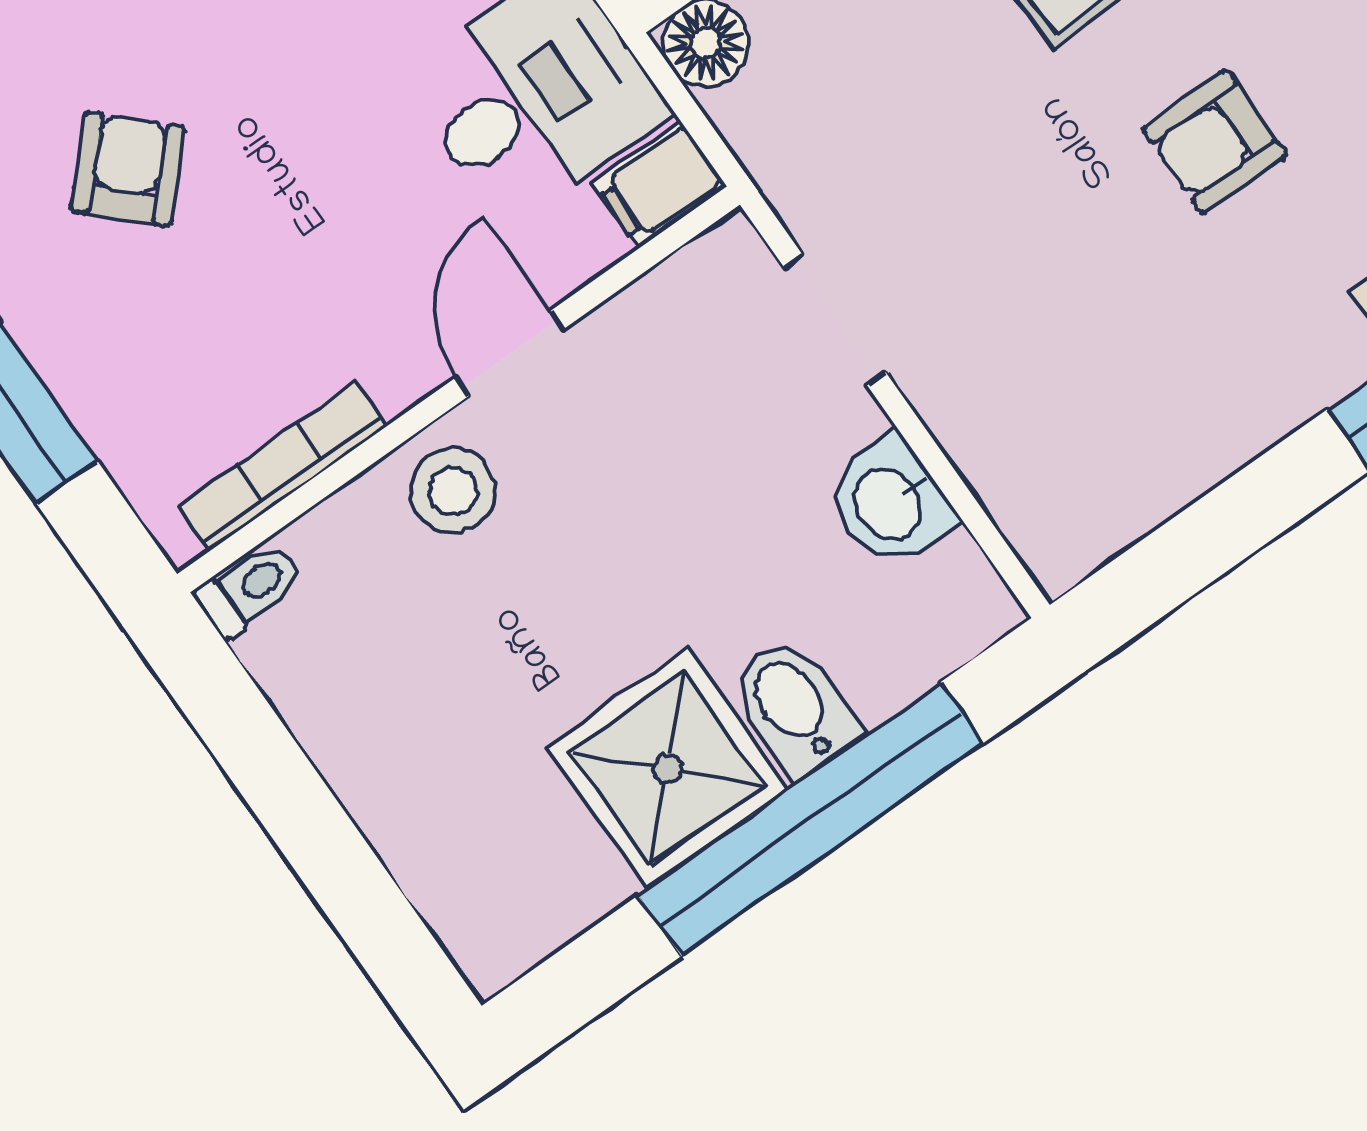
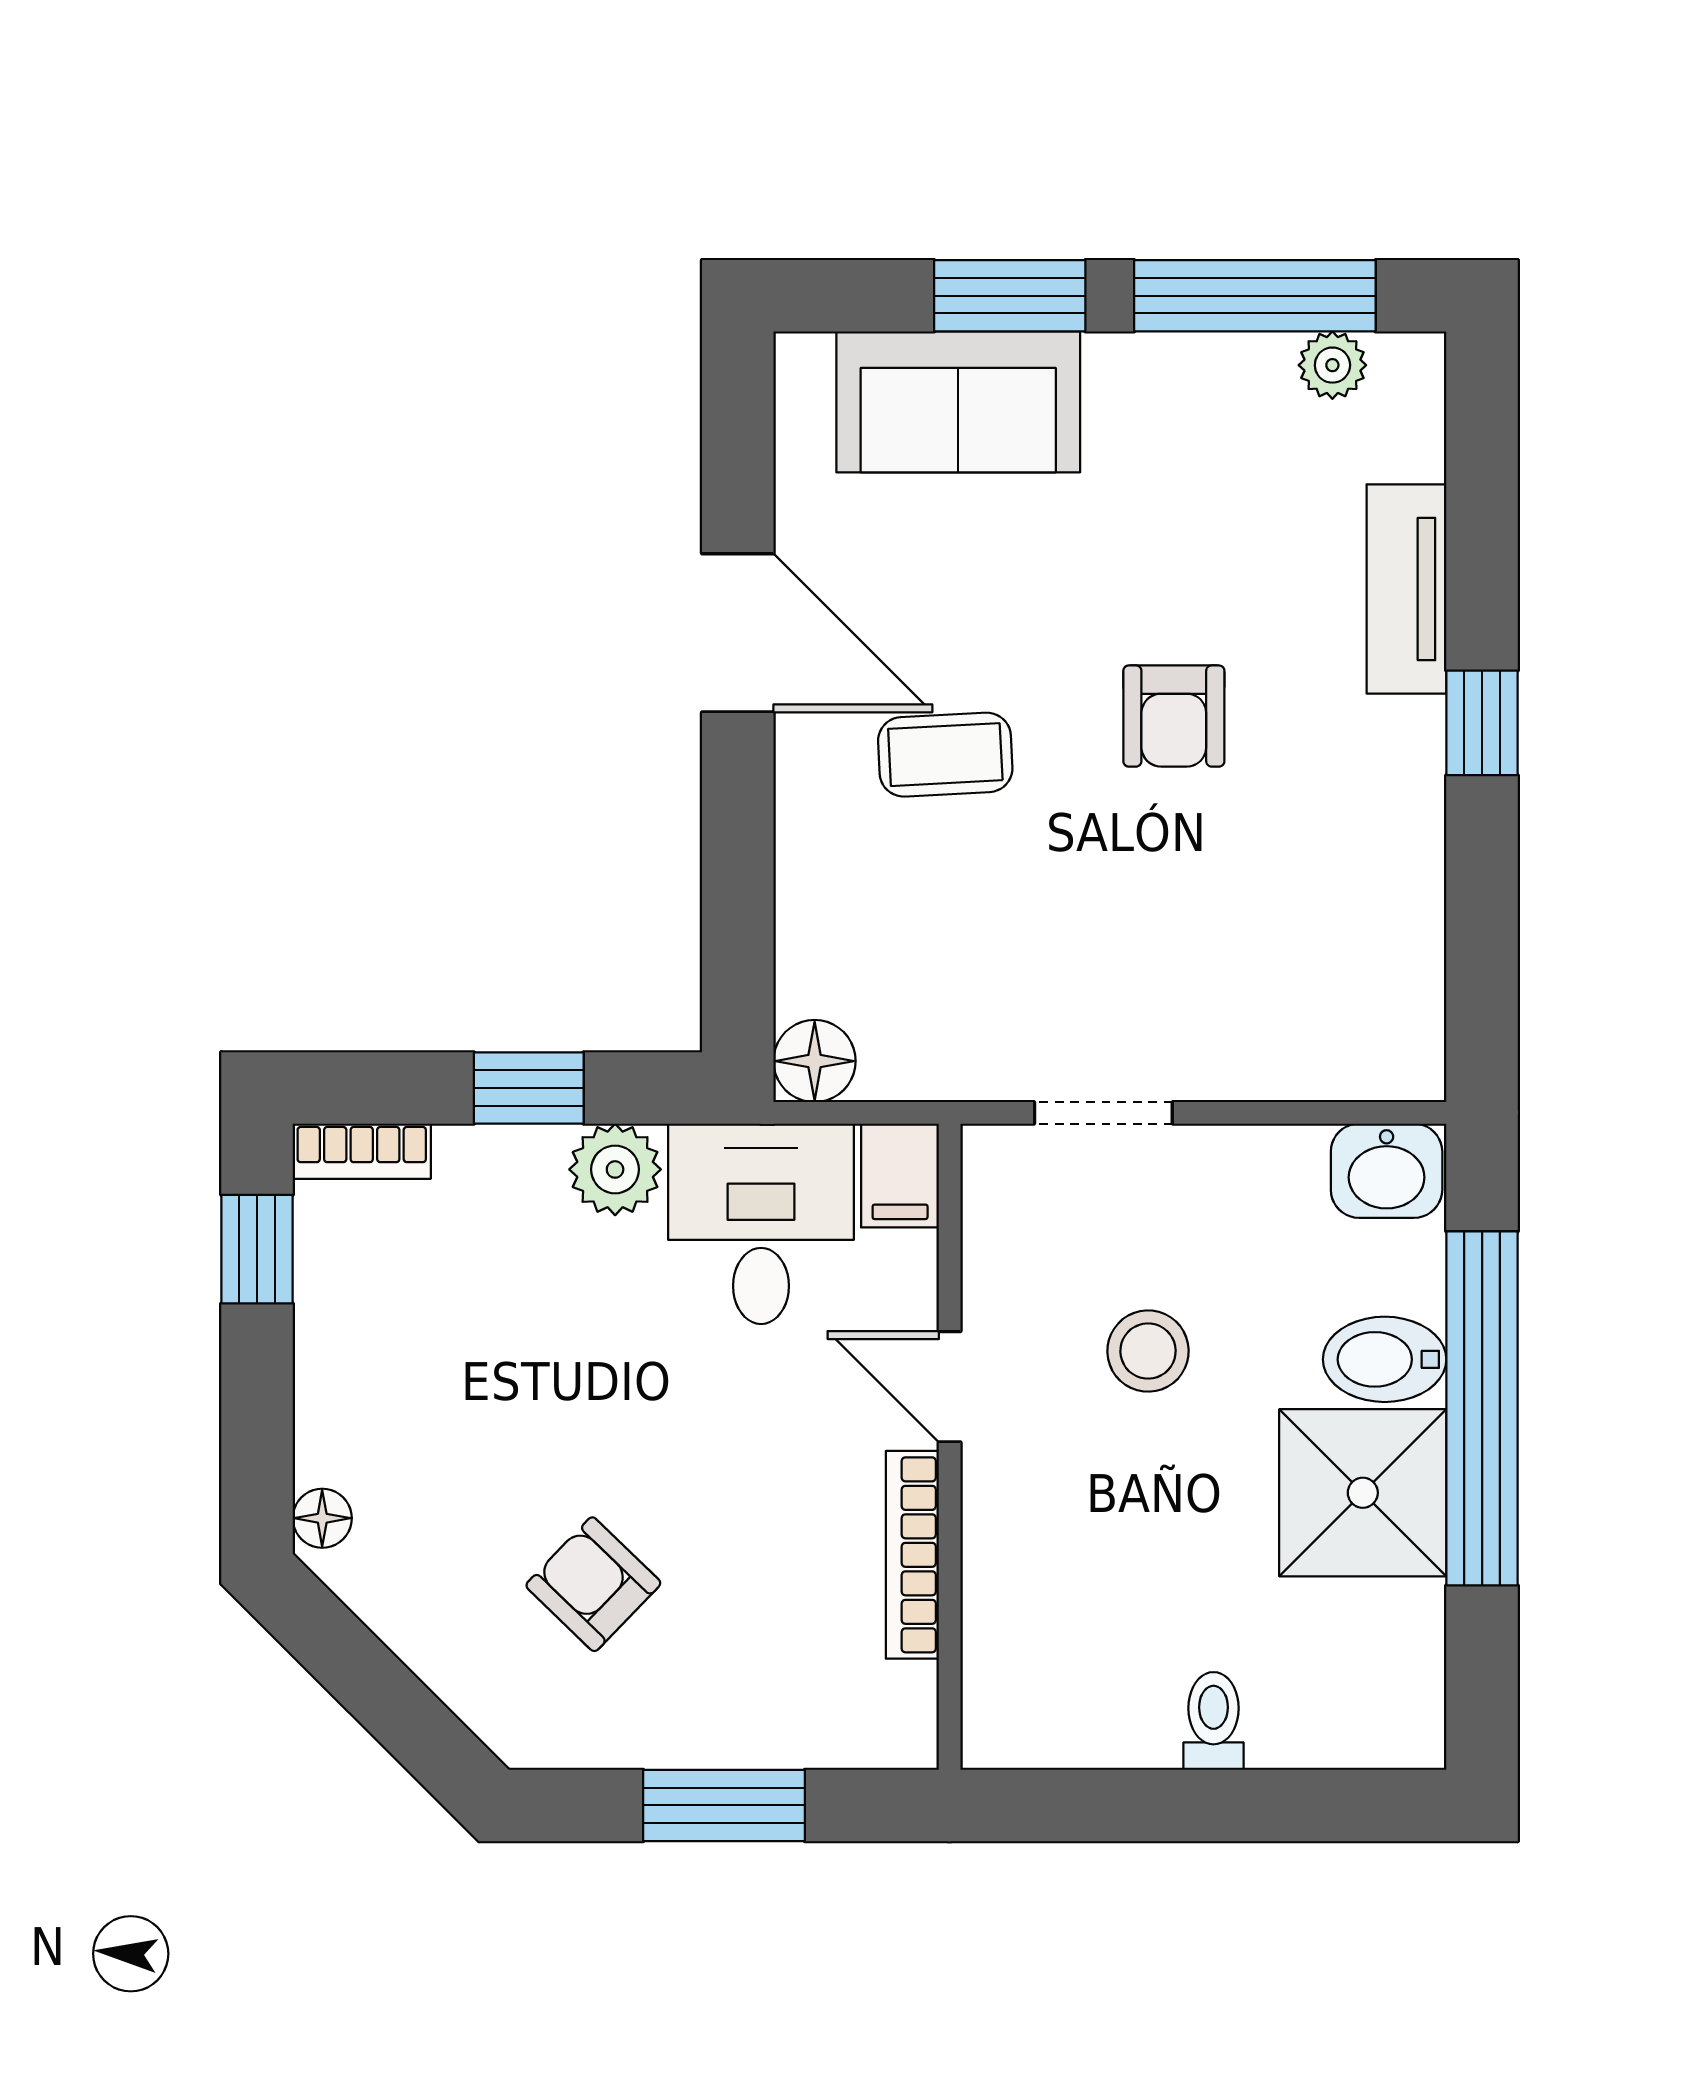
bookcase: (282, 466) -> (912, 1555), moved
stool: (453, 491) -> (1148, 1351), moved
washbasin: (890, 502) -> (1387, 1171), moved
toilet: (250, 589) -> (1213, 1721), moved

